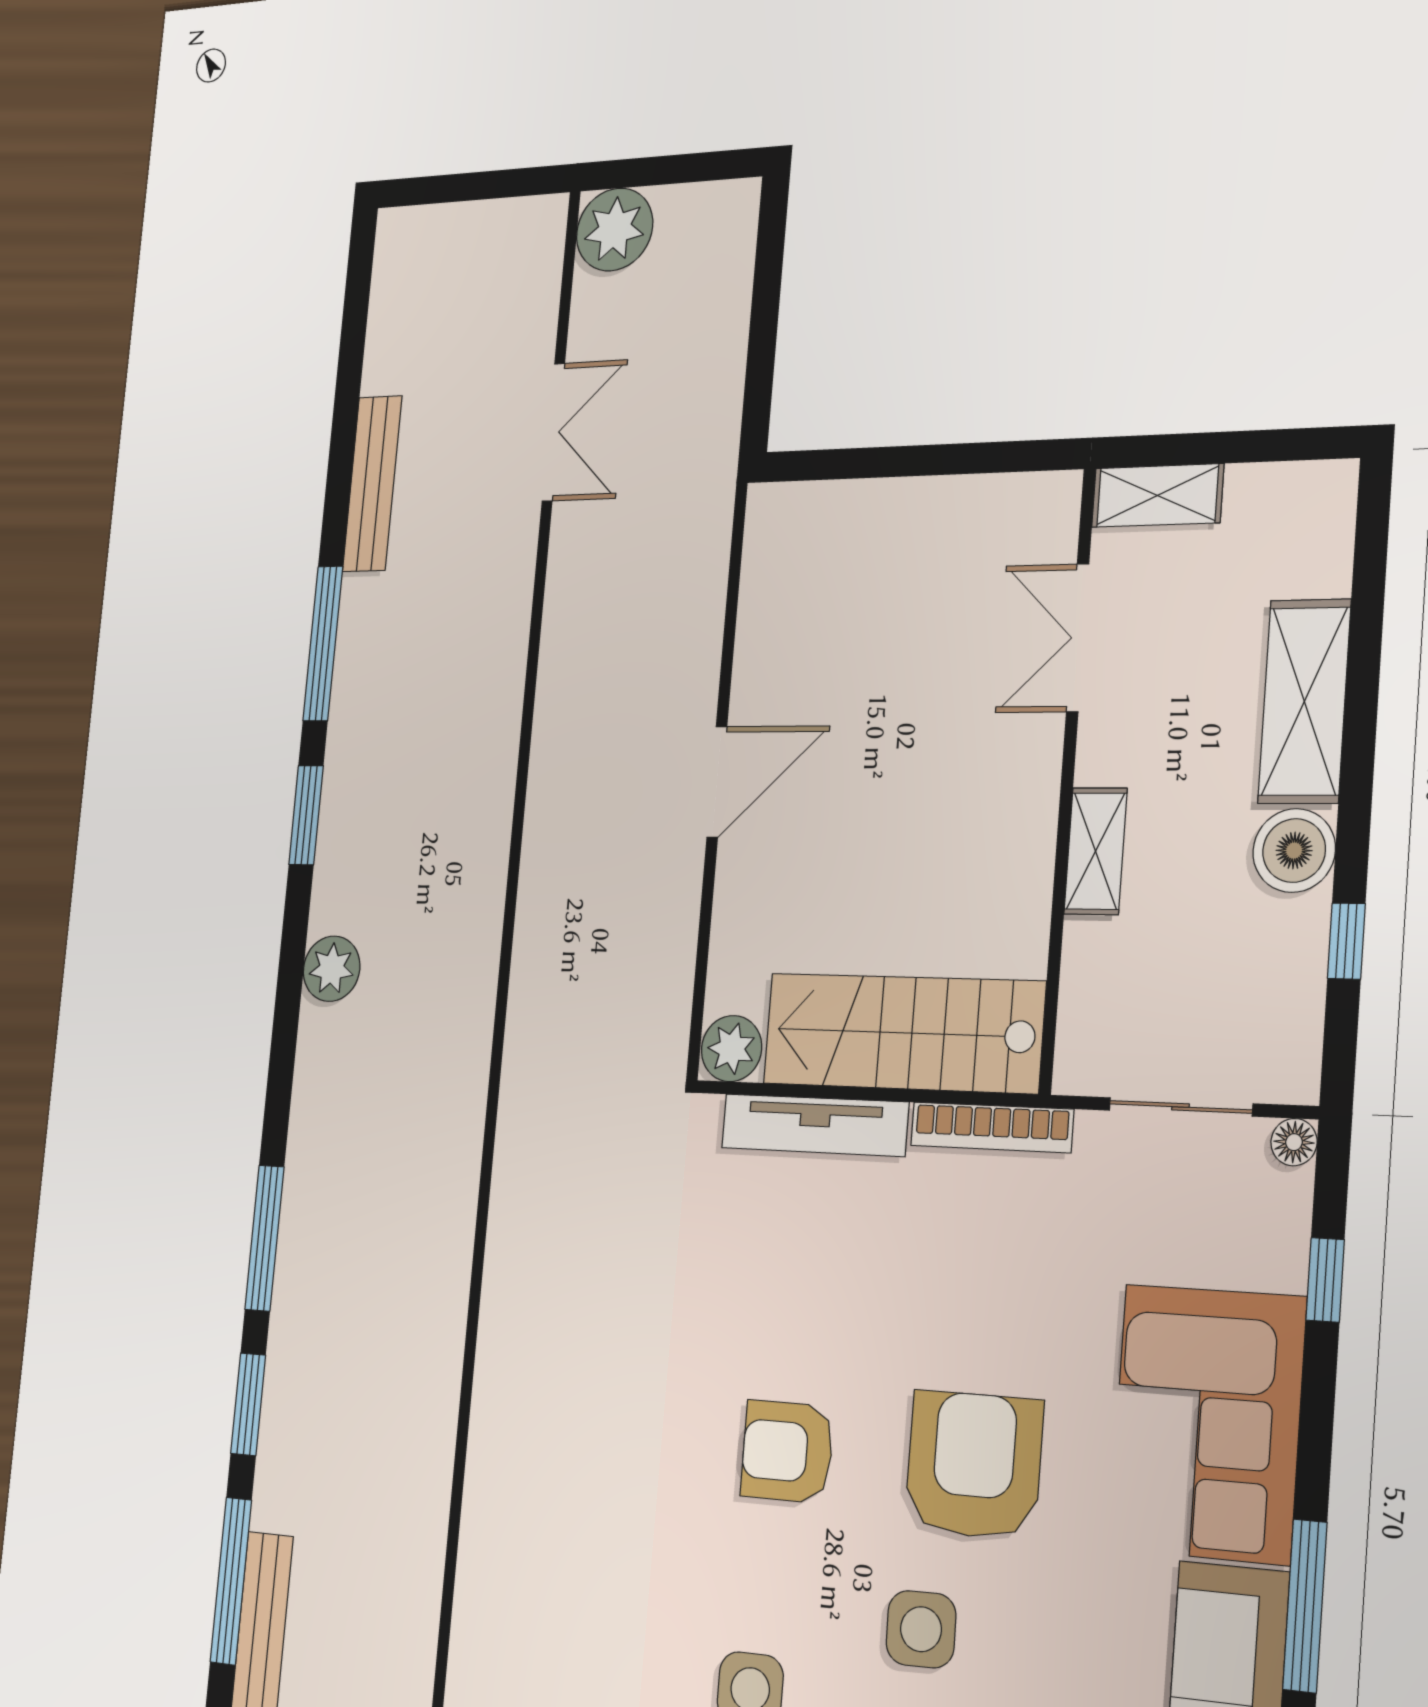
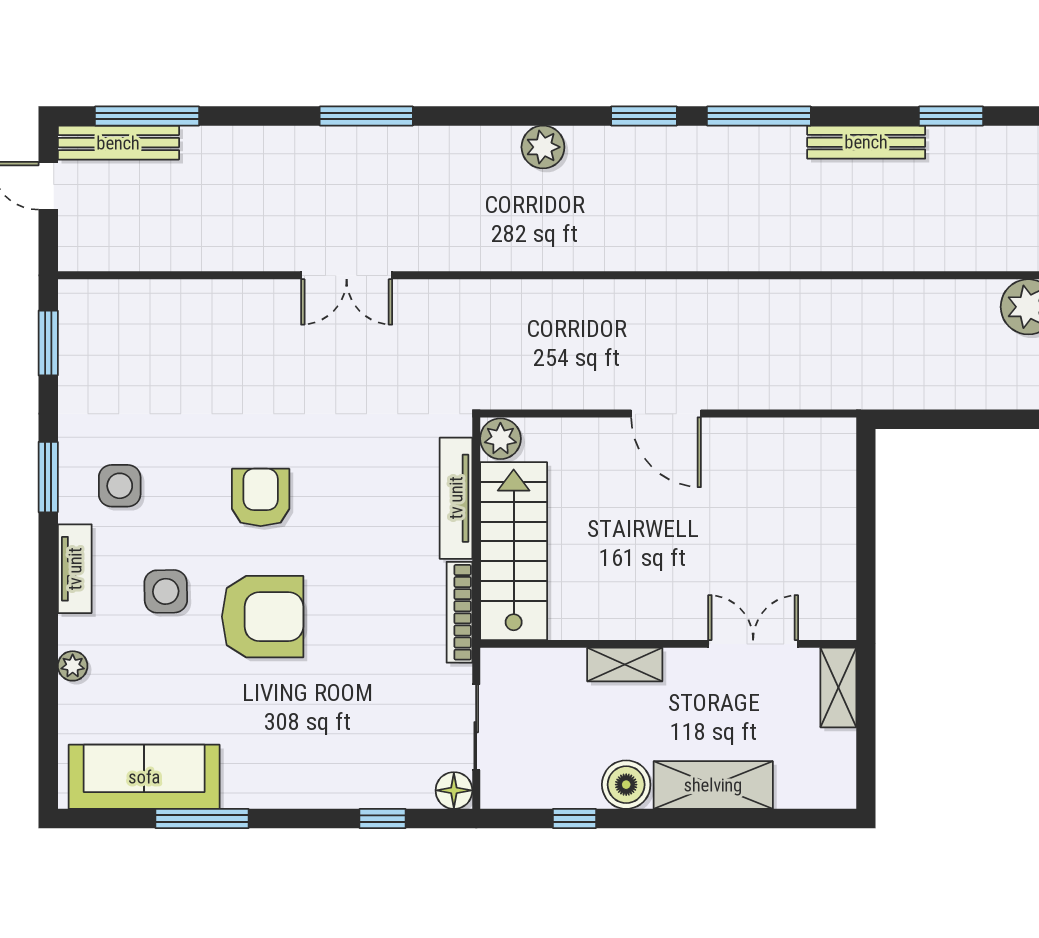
double door: (553, 432) -> (347, 275), moved
floor lamp: (1294, 1142) -> (454, 790), width x1.37, depth x1.37
window: (248, 1404) -> (951, 116), moved
corner sofa: (1207, 1423) -> (298, 755), removed

